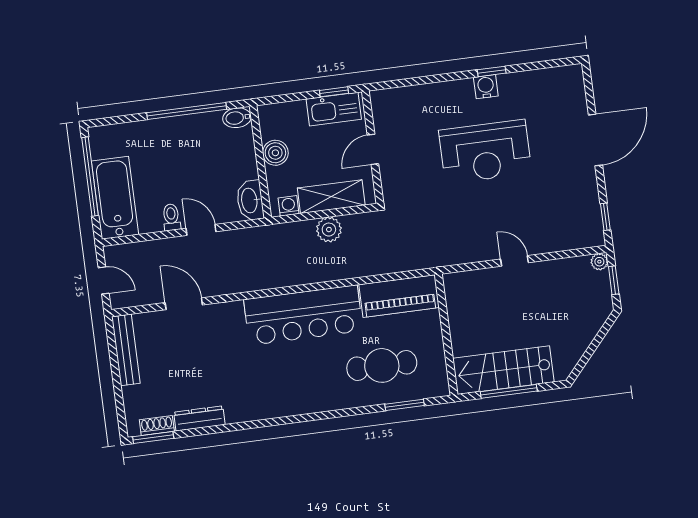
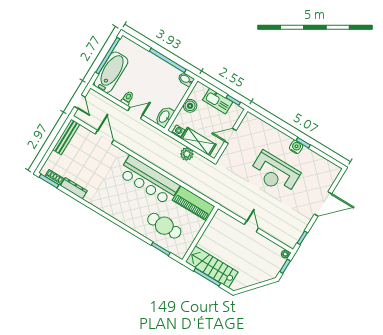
kitchen sink: (334, 109) -> (218, 101), moved
door: (201, 230) -> (135, 113), hinge flipped

